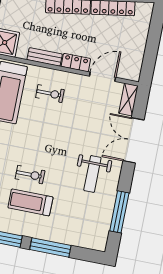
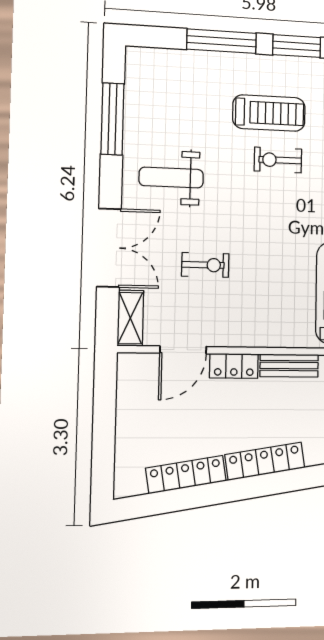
exercise bike: (50, 94) -> (205, 265), moved, turned 180
weight bench: (92, 174) -> (171, 178), turned -90

